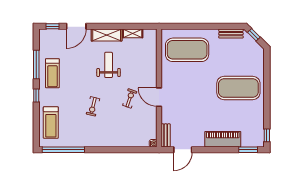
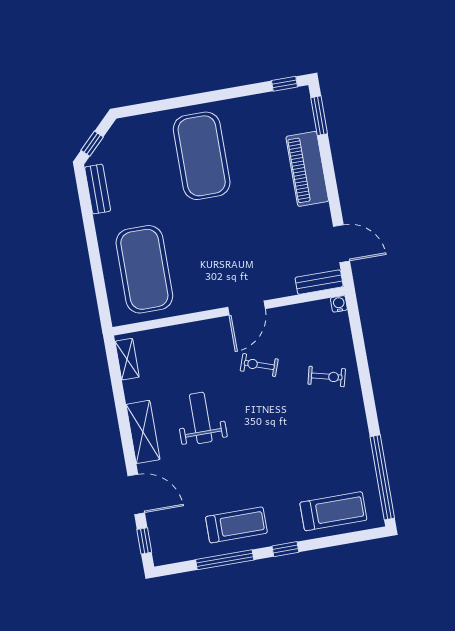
shelving: (133, 33) -> (127, 359), moved
weight bench: (109, 65) -> (201, 418), turned 90
exercise bike: (93, 106) -> (327, 376), moved

